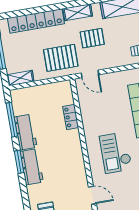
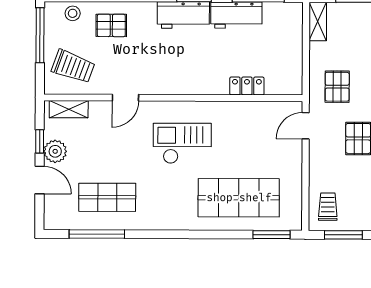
pallet: (61, 58) -> (337, 87), width x0.67, depth x0.71

